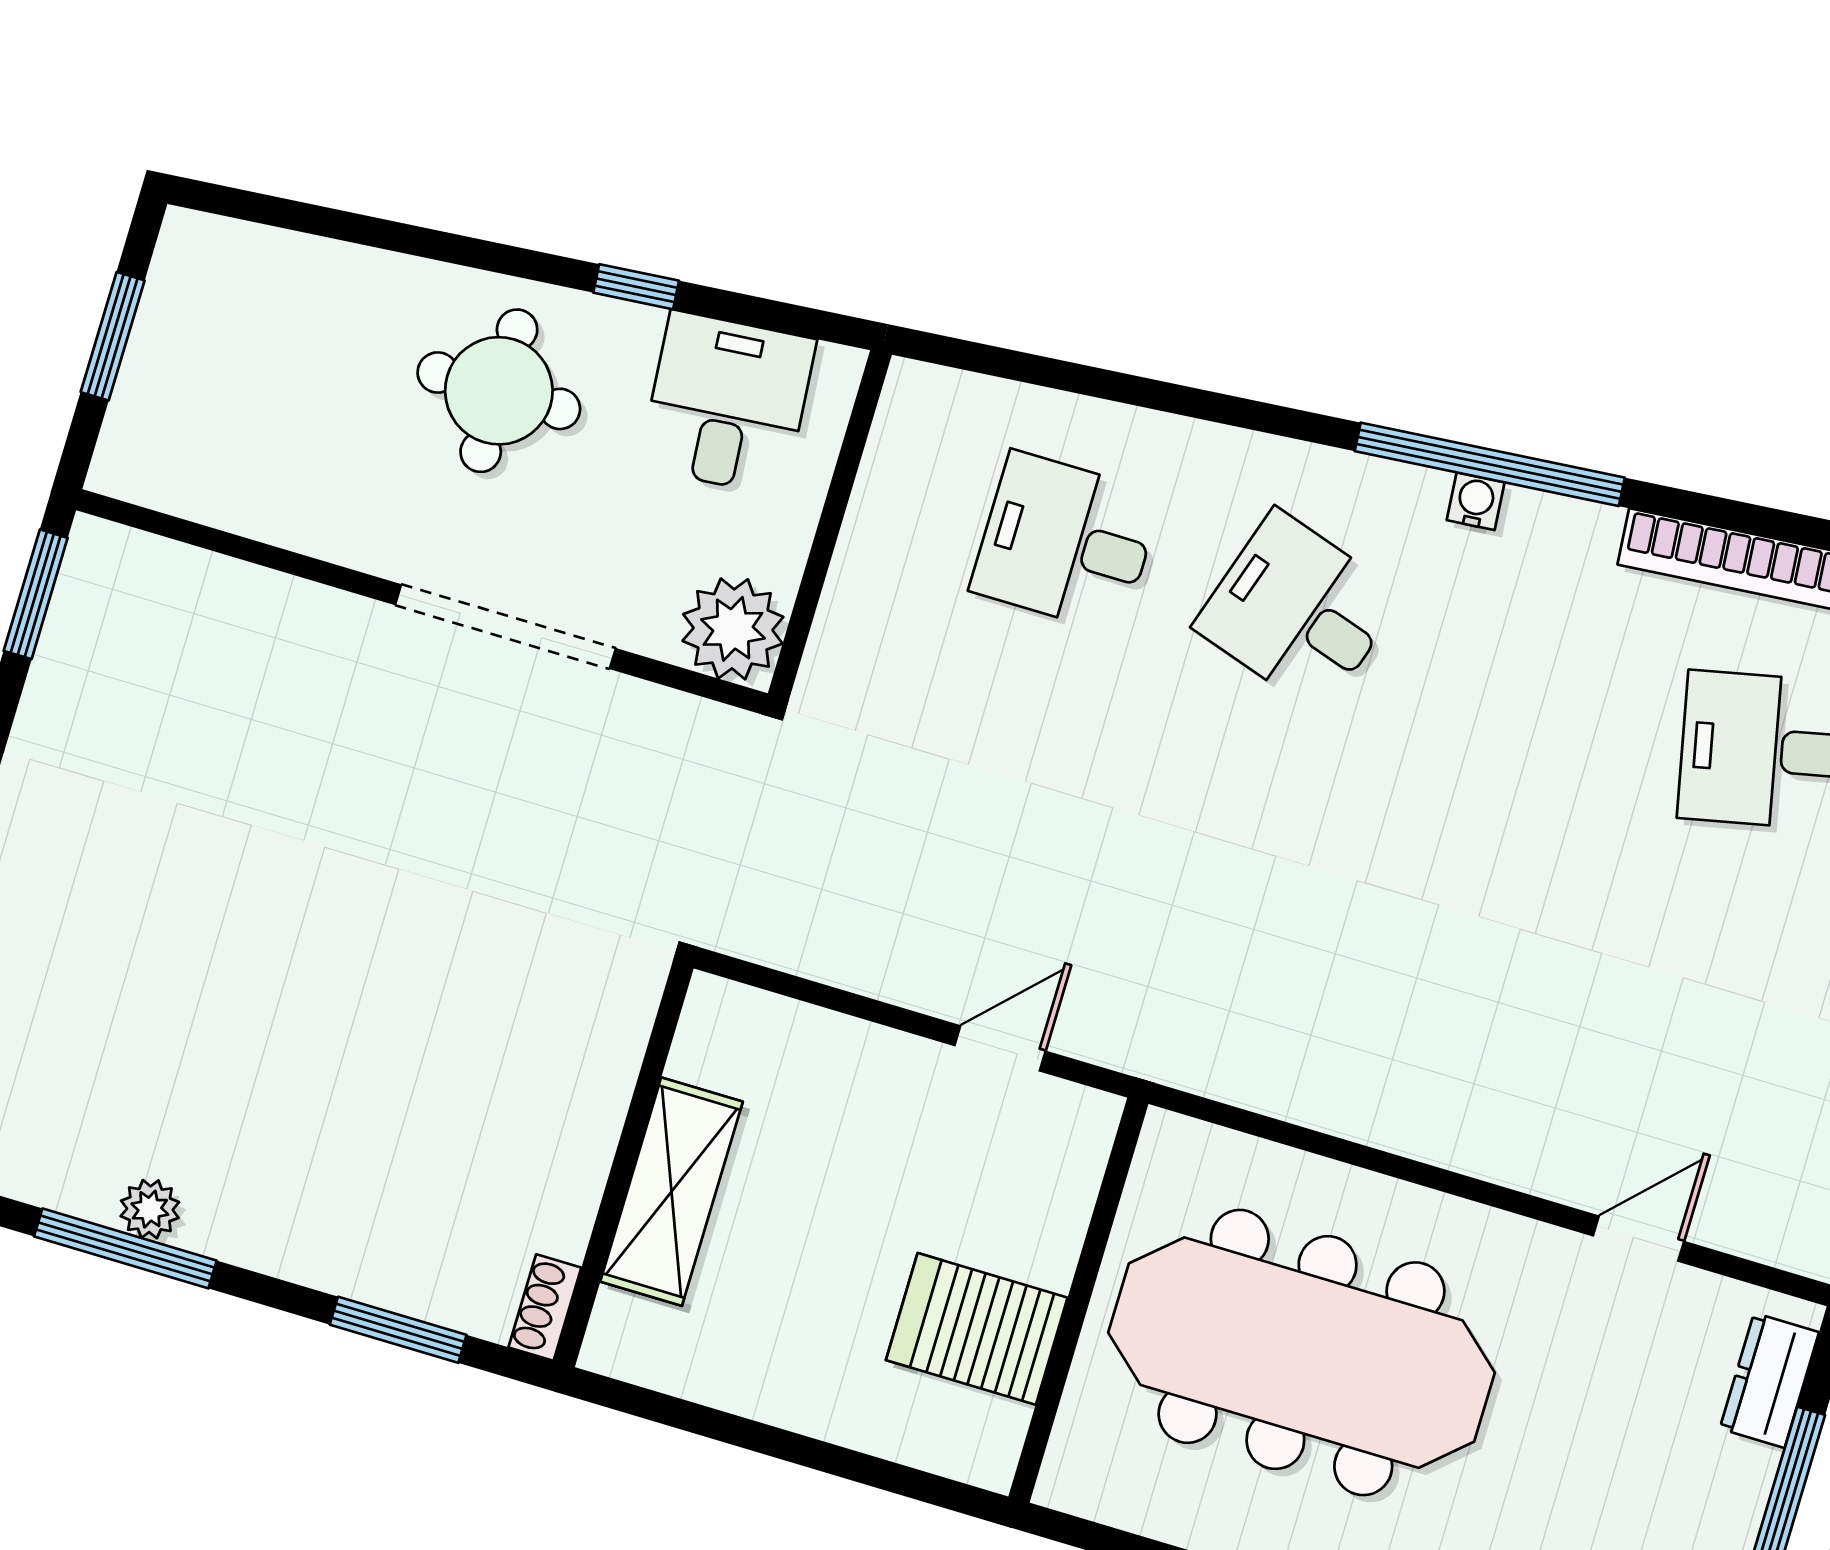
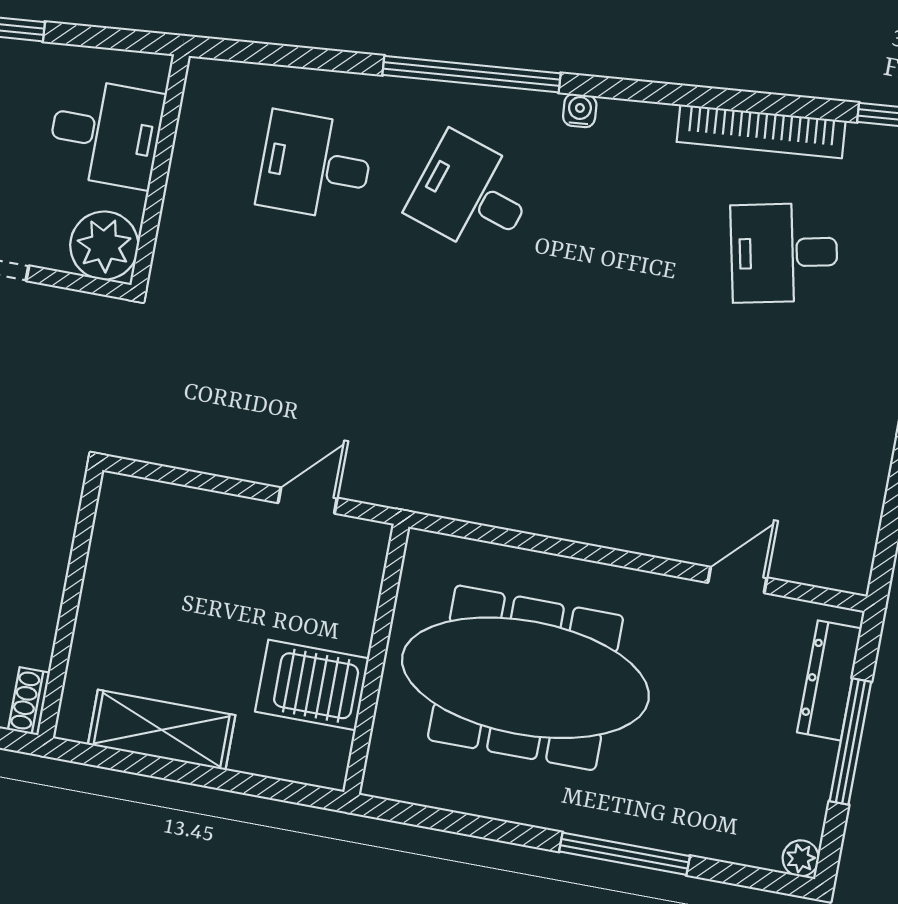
desk: (727, 403) -> (106, 133), moved, turned 95
window: (1490, 464) -> (471, 74), moved
shelving: (671, 1192) -> (162, 730), moved, turned 90
dresser: (1769, 1380) -> (829, 680), width x1.44

